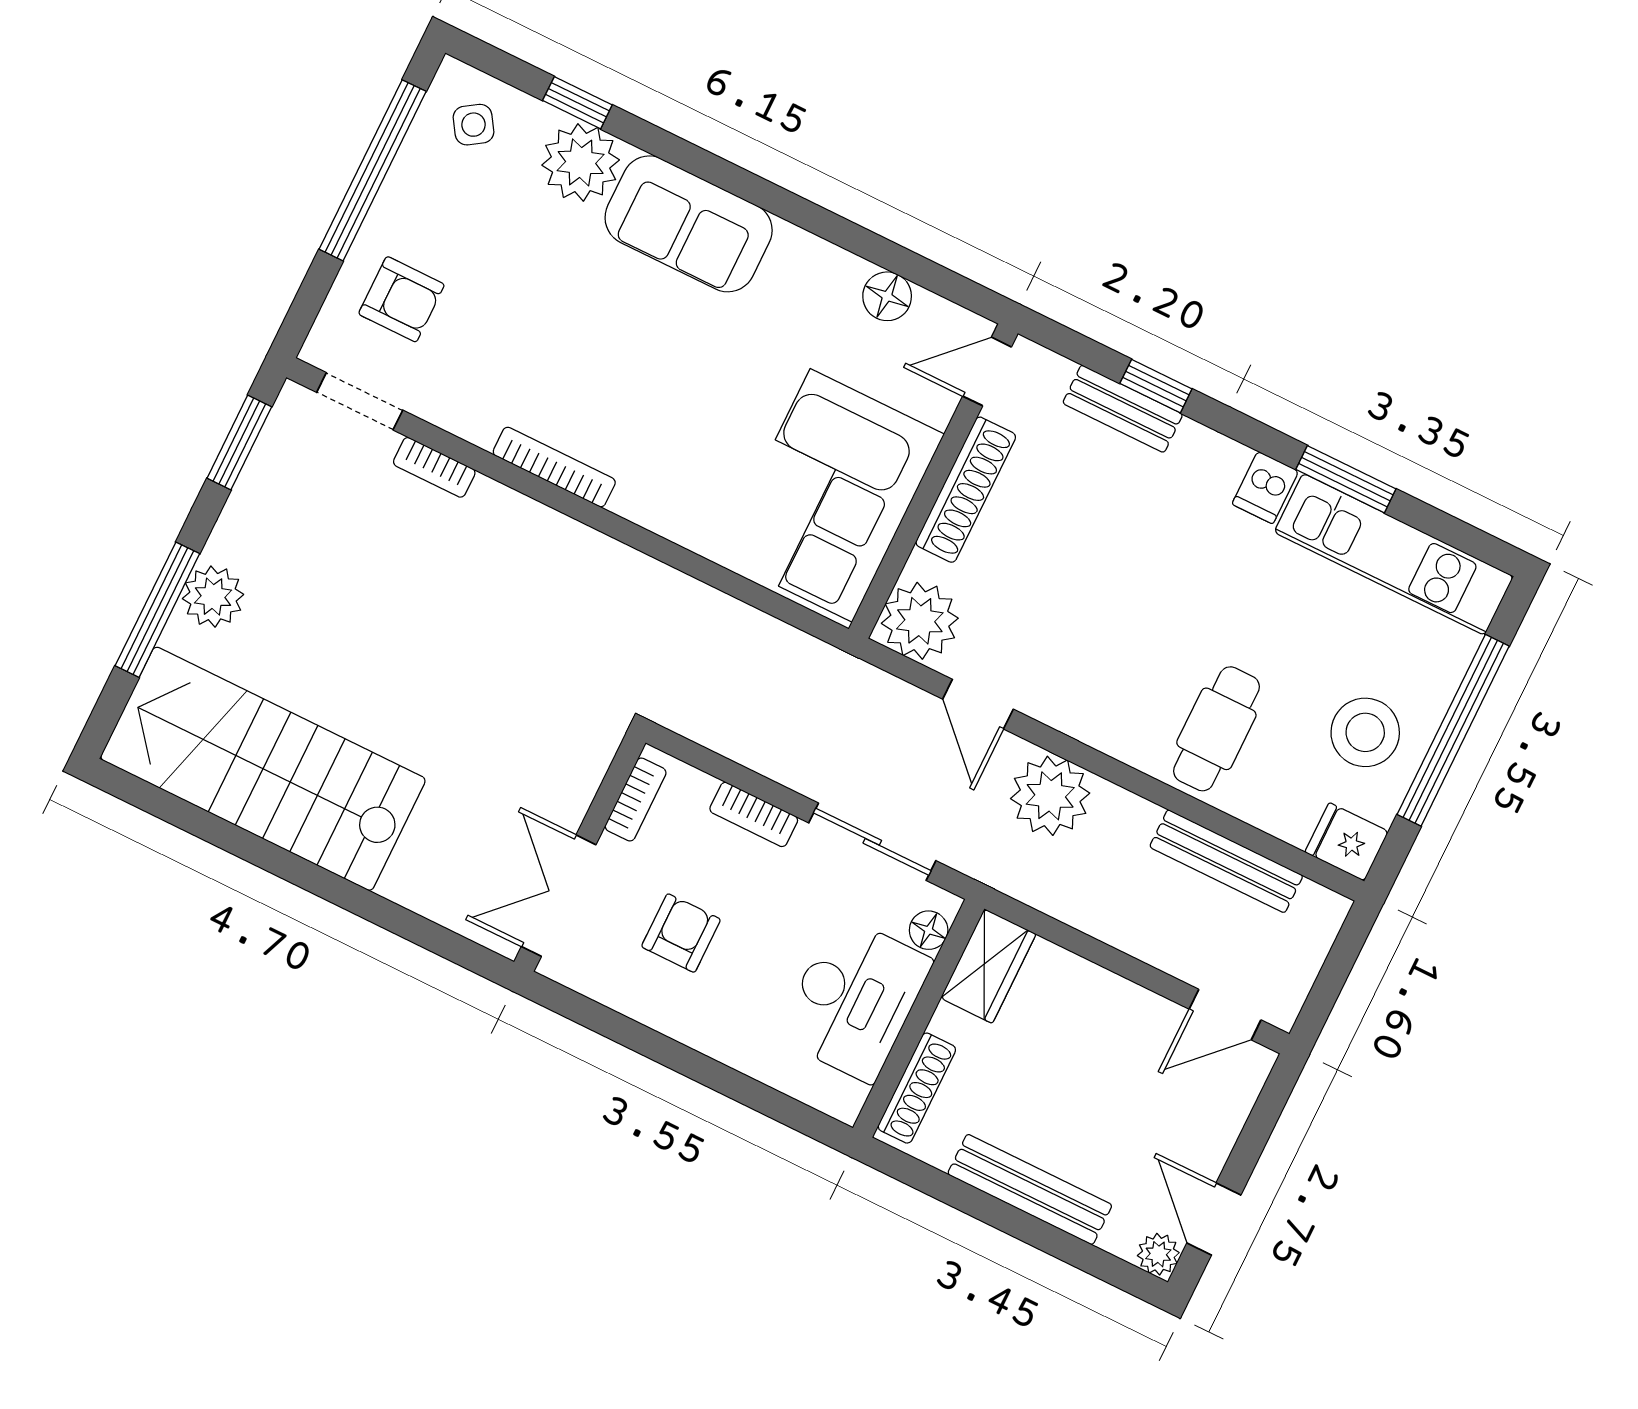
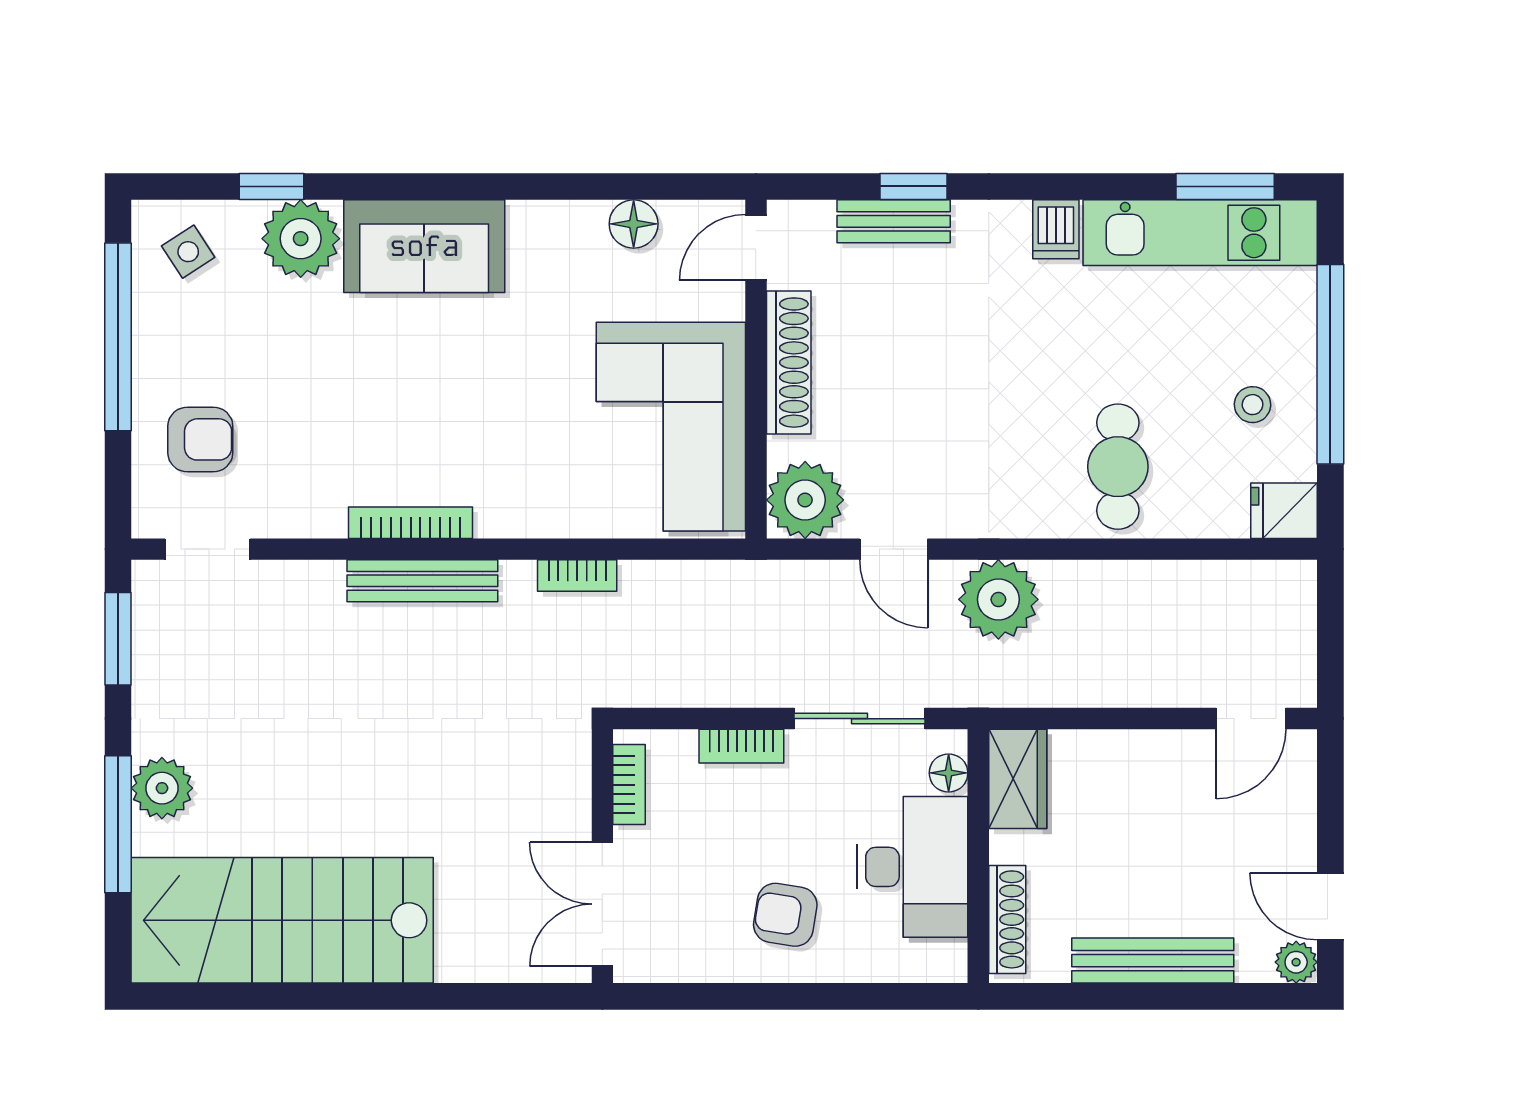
bookcase: (434, 467) -> (577, 576), moved
window: (1346, 479) -> (1225, 186), moved
stool: (1365, 732) -> (1253, 405), width x0.53, depth x0.53
bench: (1226, 861) -> (422, 581), moved
armchair: (681, 933) -> (785, 915), moved, turned -81

